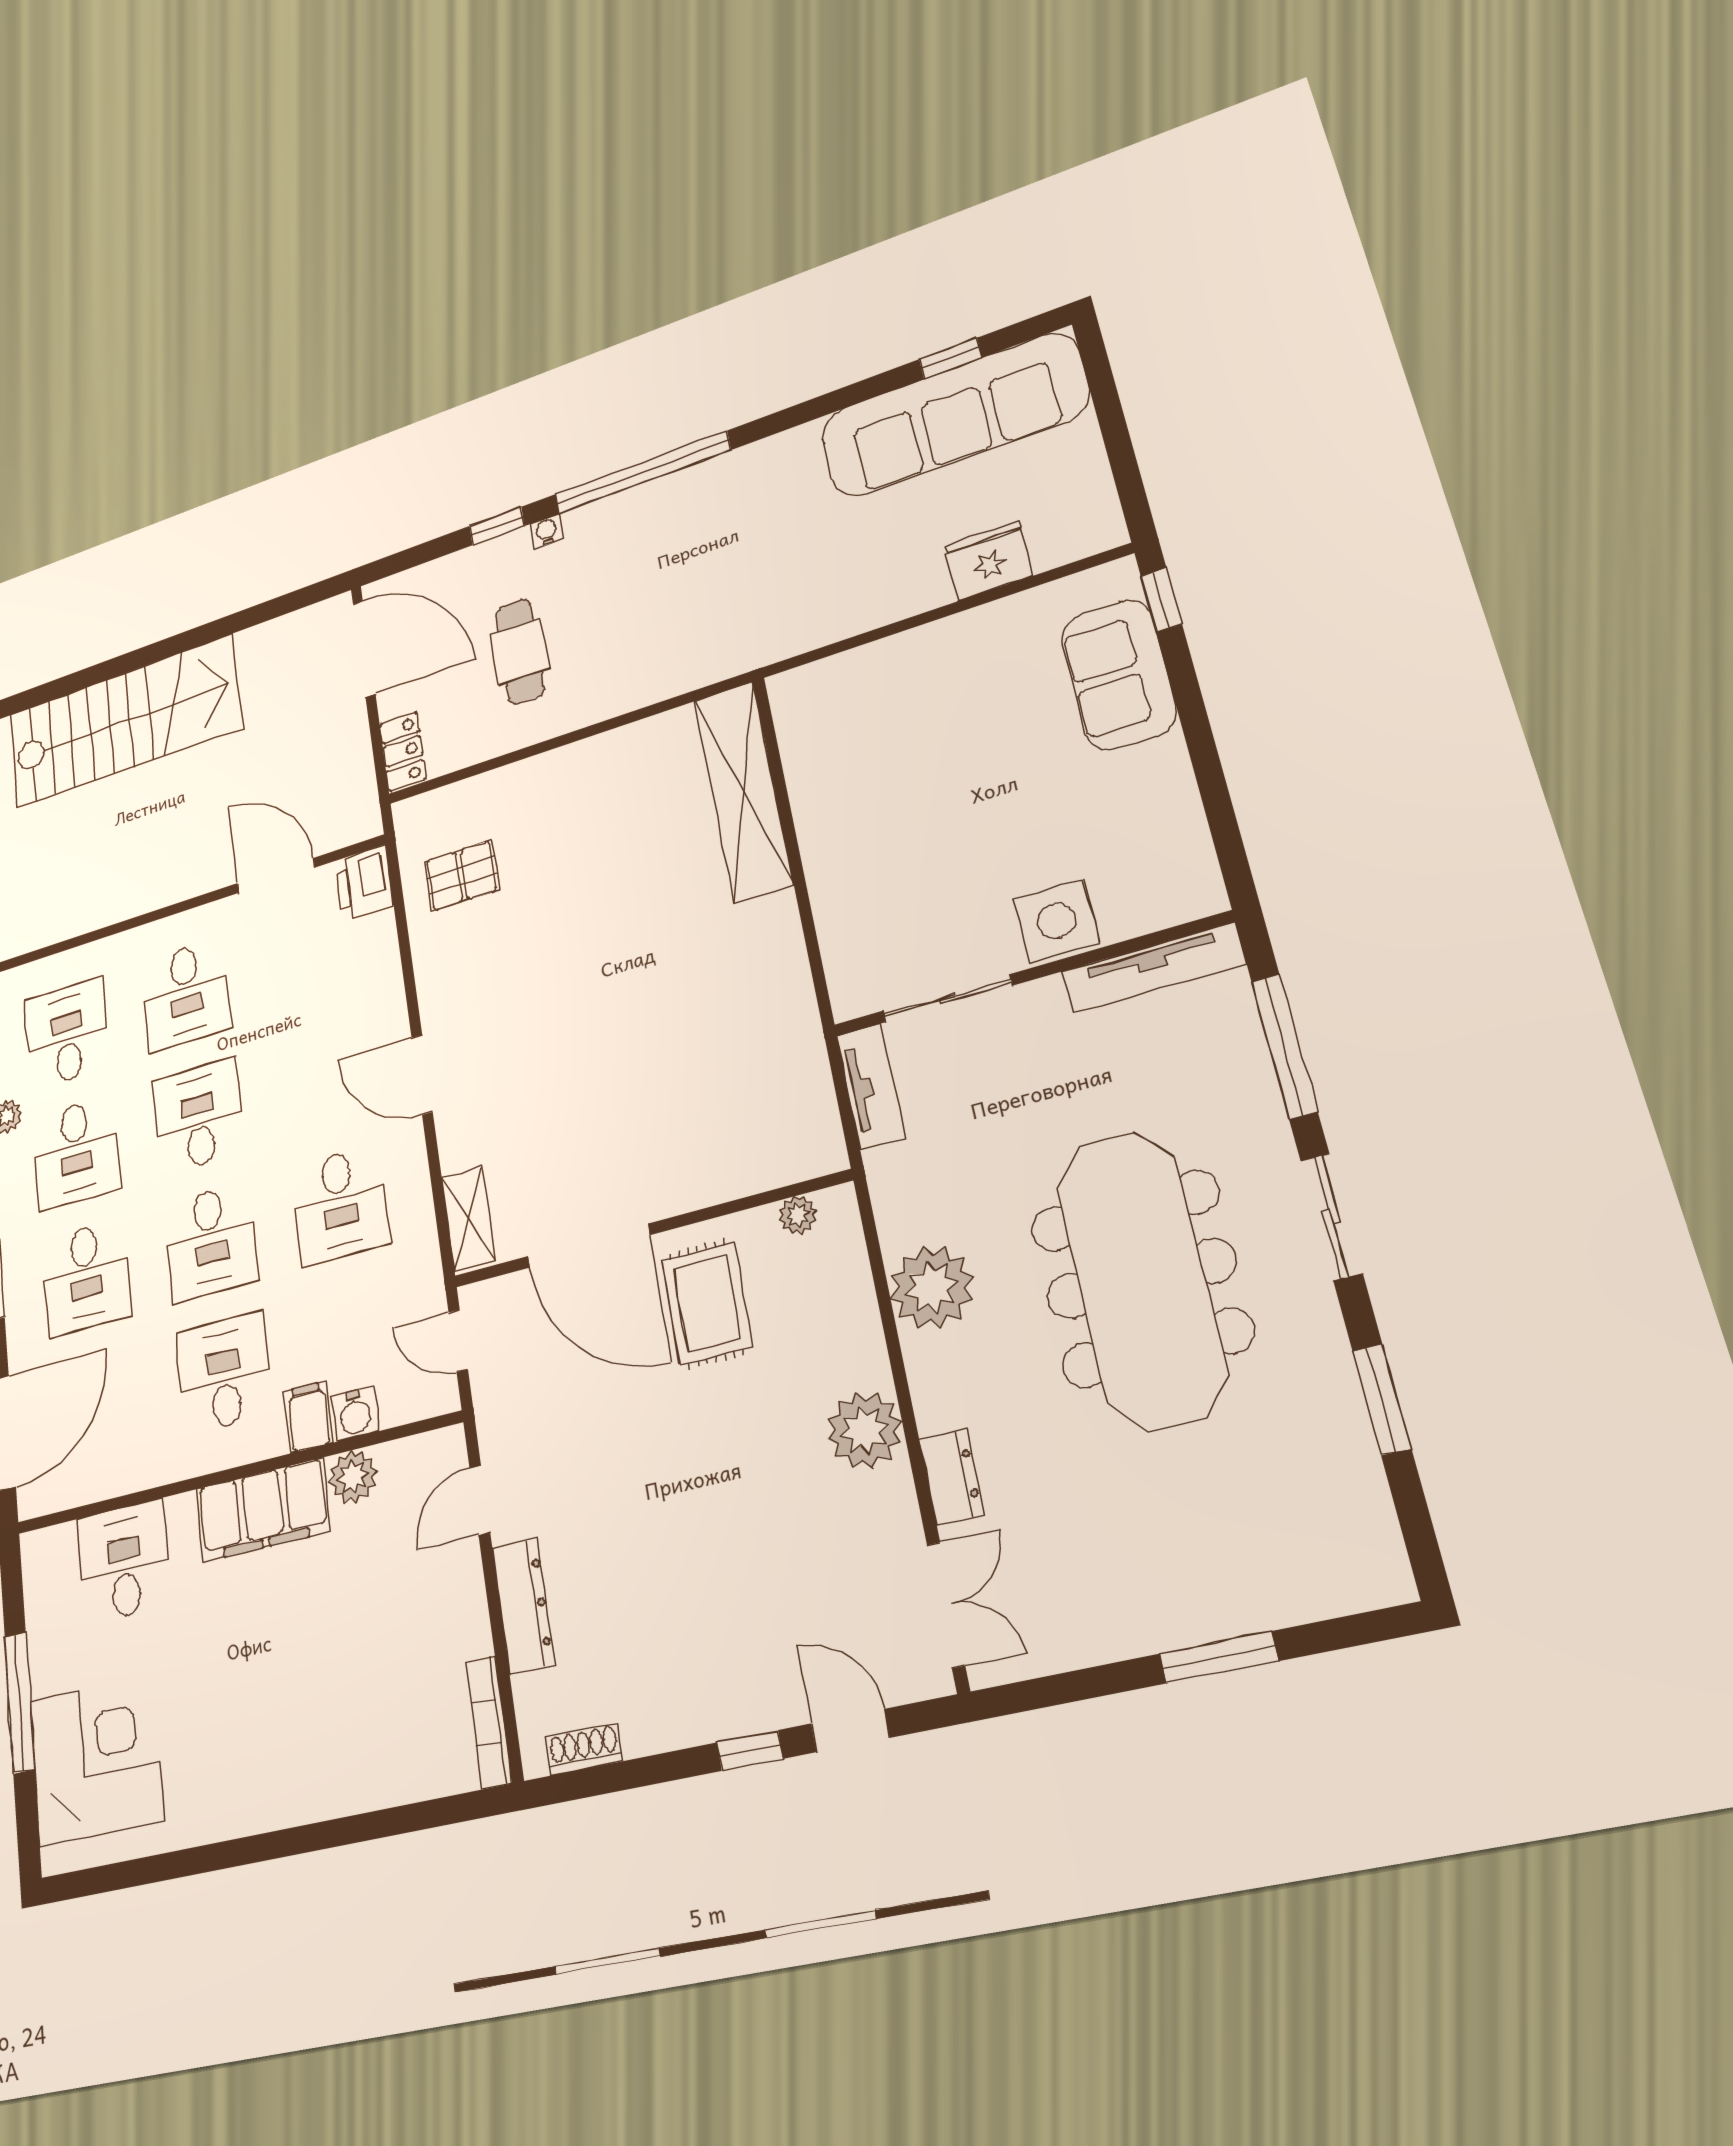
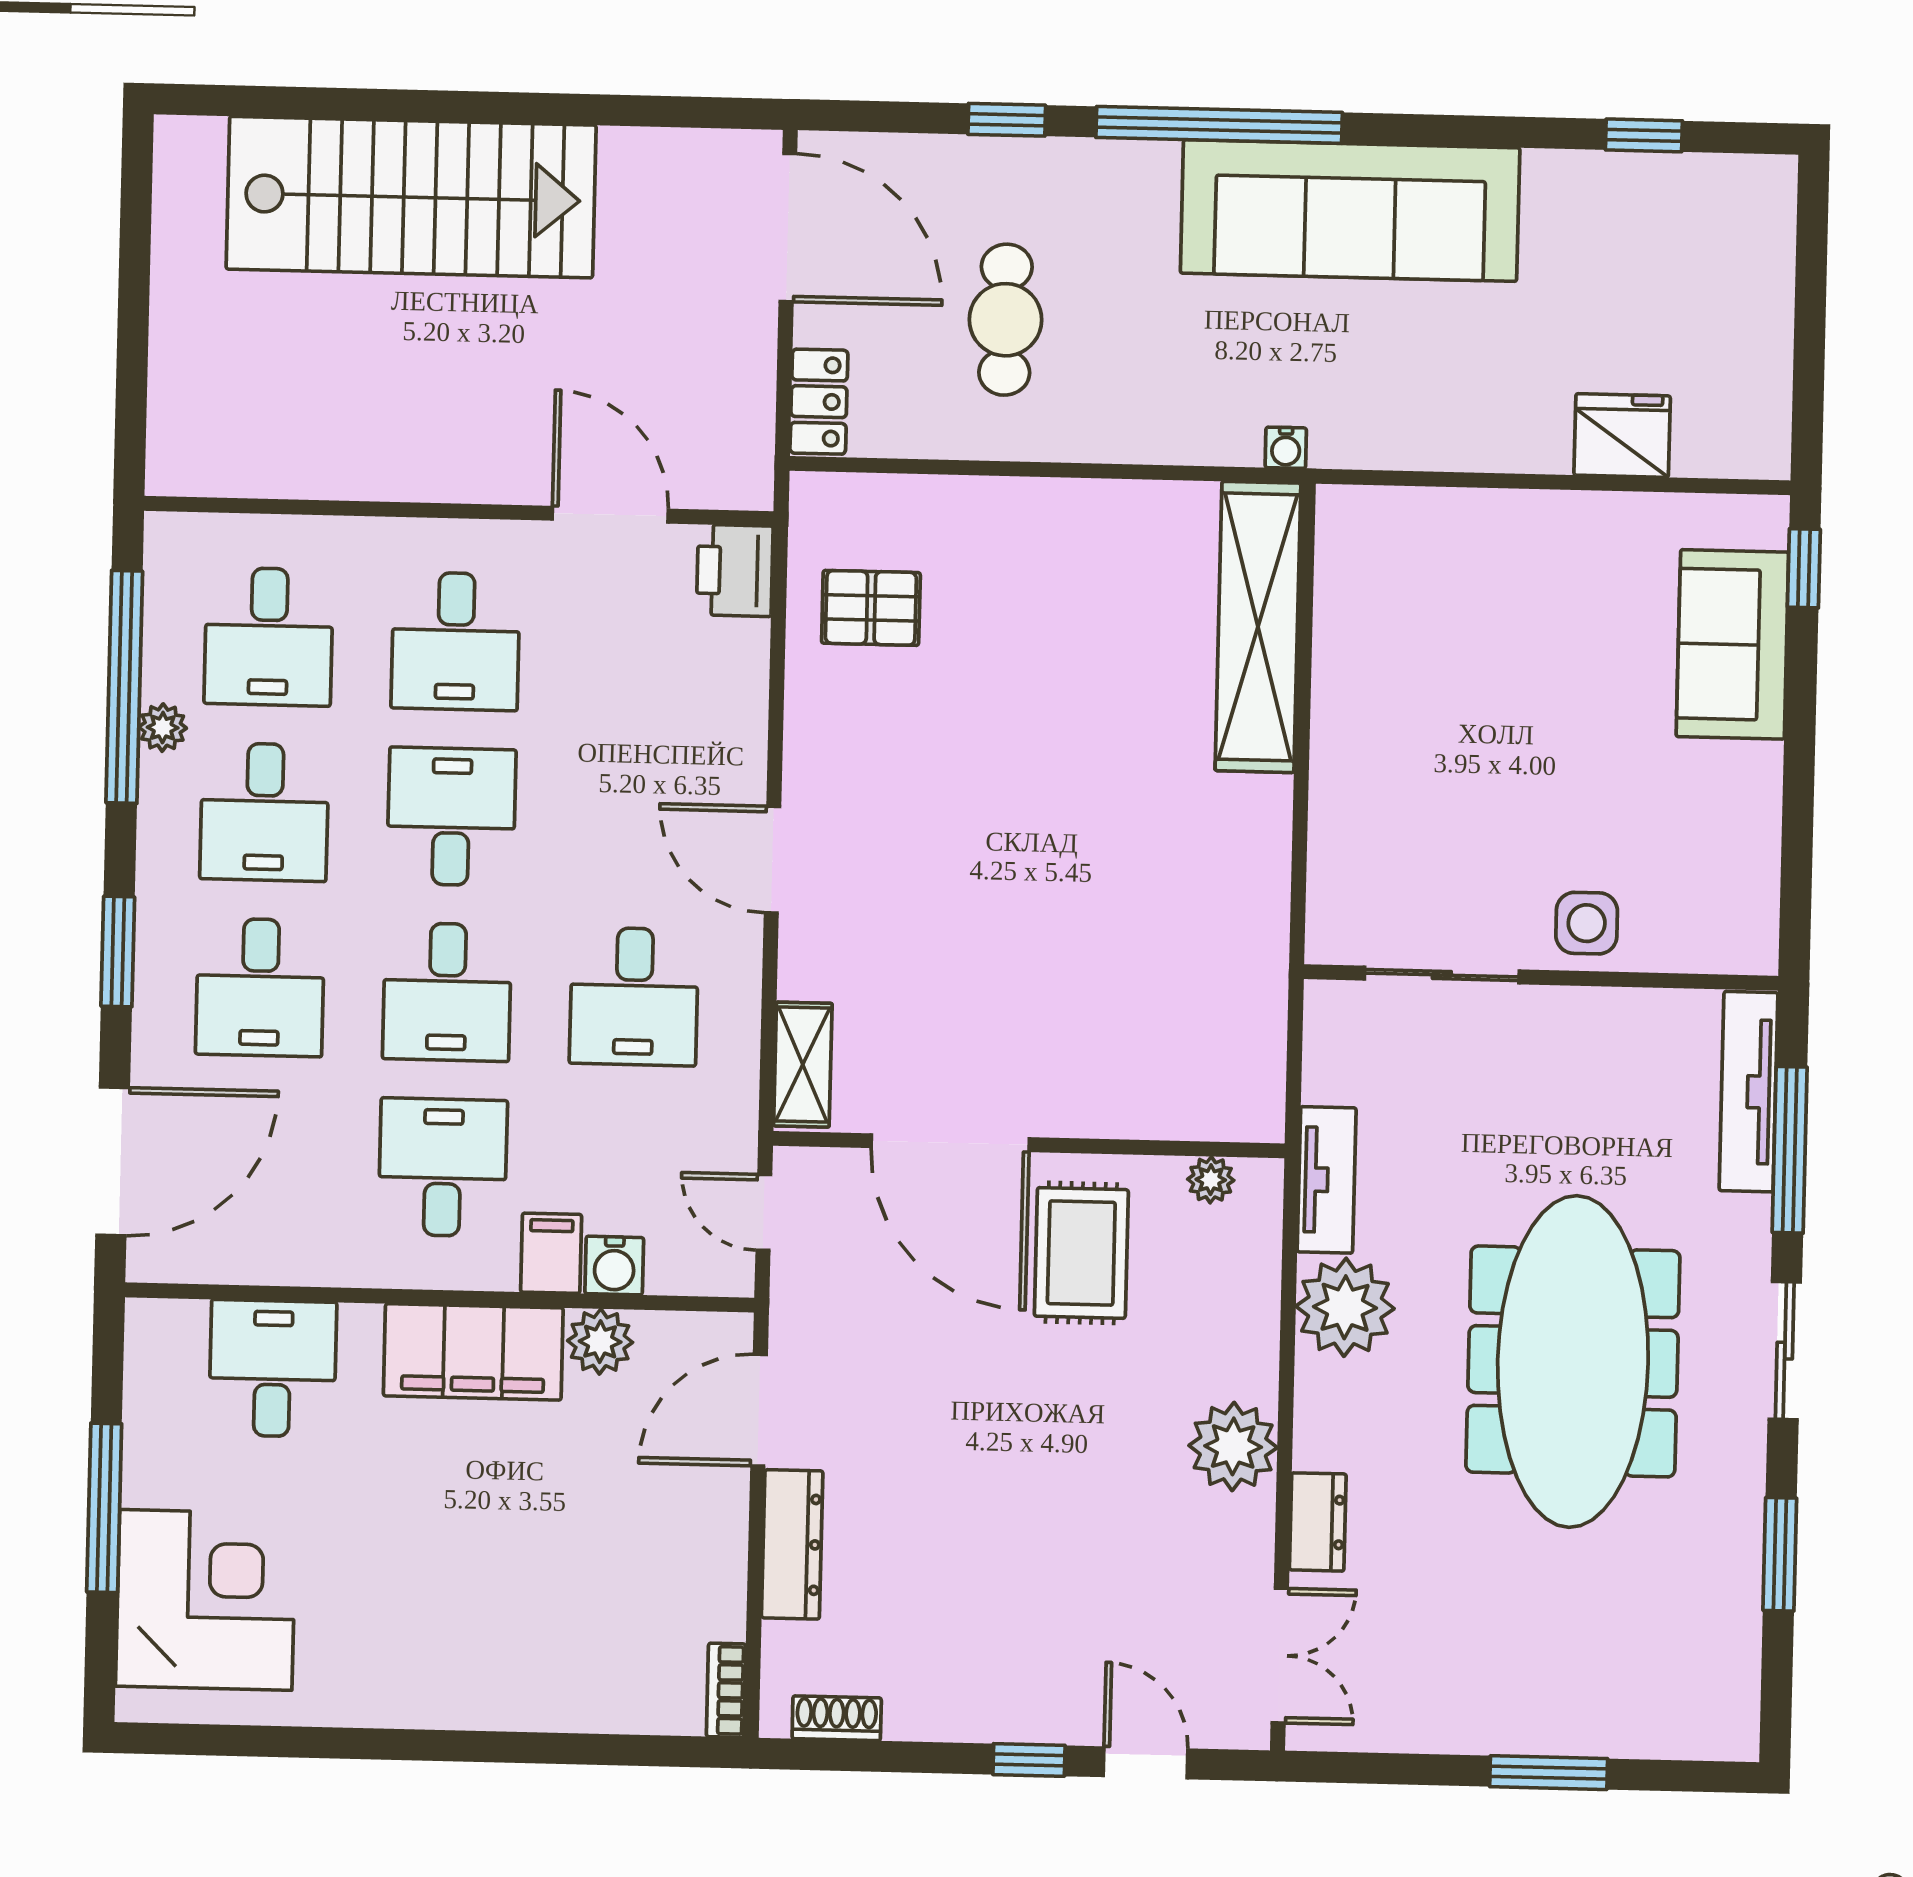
sofa: (954, 415) -> (1350, 210), moved
water cooler: (546, 531) -> (1286, 448), moved, turned 180
side table: (1056, 921) -> (1587, 923), width x0.73, depth x0.73
tv unit: (1154, 968) -> (1749, 1092), moved, turned 90
desk: (67, 1033) -> (269, 637), turned 180
tv unit: (871, 1086) -> (1327, 1180), moved
door: (480, 1500) -> (759, 1410), width x1.38
bookcase: (489, 1722) -> (726, 1690), width x0.64

